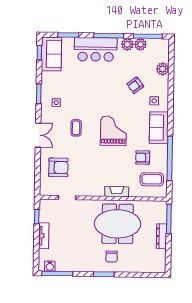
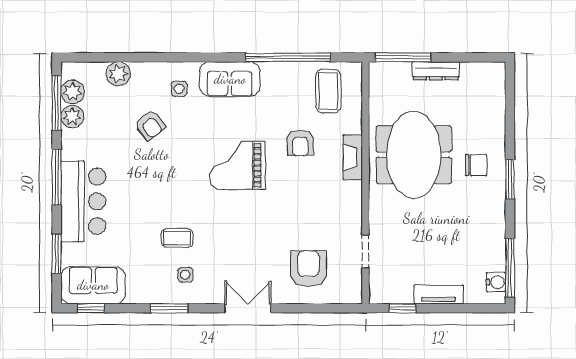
plant: (127, 44) -> (73, 92), moved
coffee table: (76, 128) -> (177, 238), moved
armchair: (143, 158) -> (300, 143), moved

